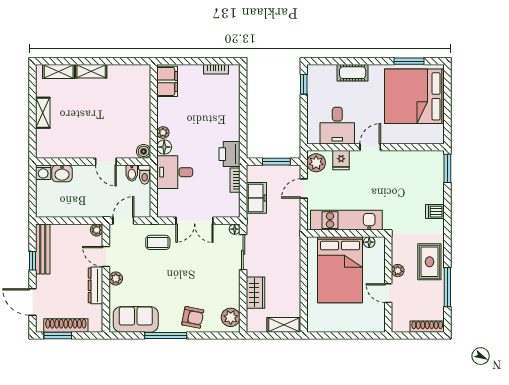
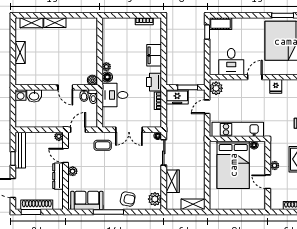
cot: (353, 73) -> (221, 24), moved
filing cabinet: (167, 81) -> (154, 55), moved, turned 180
fridge: (341, 160) -> (276, 86), moved
freezer: (256, 198) -> (177, 97), moved, turned 90

